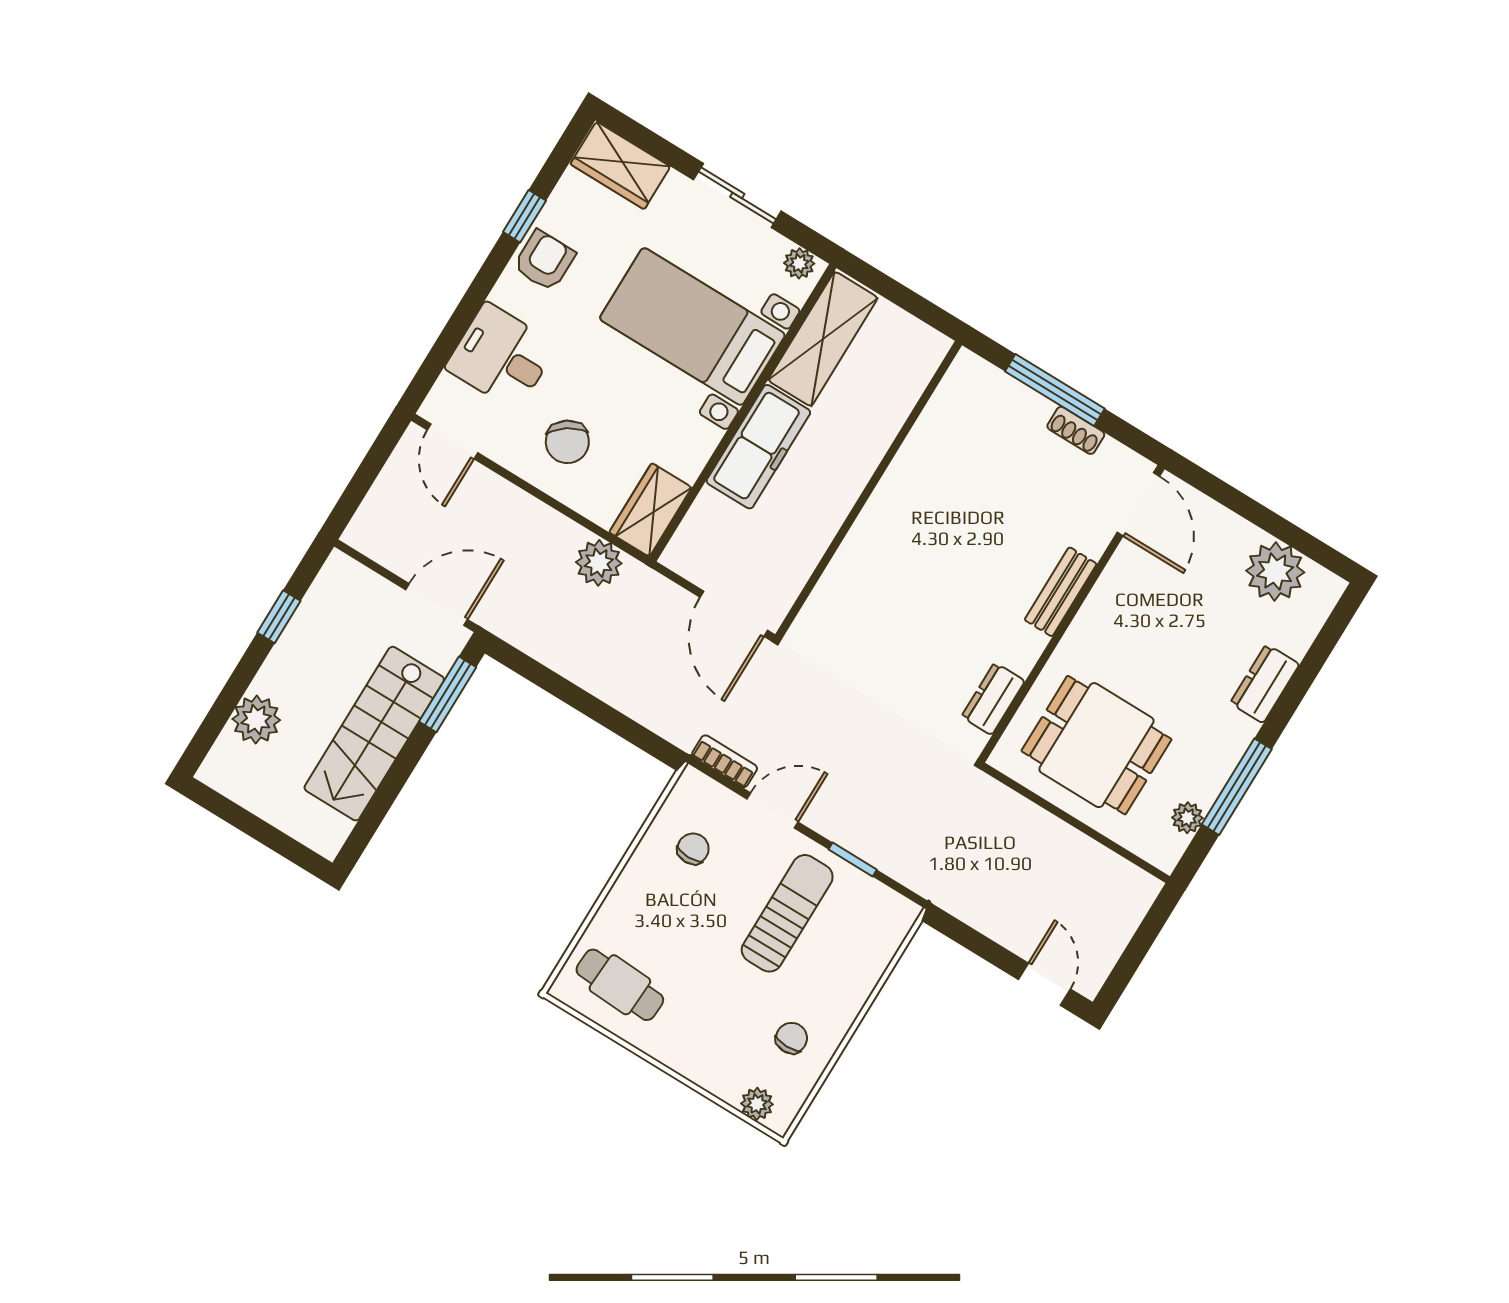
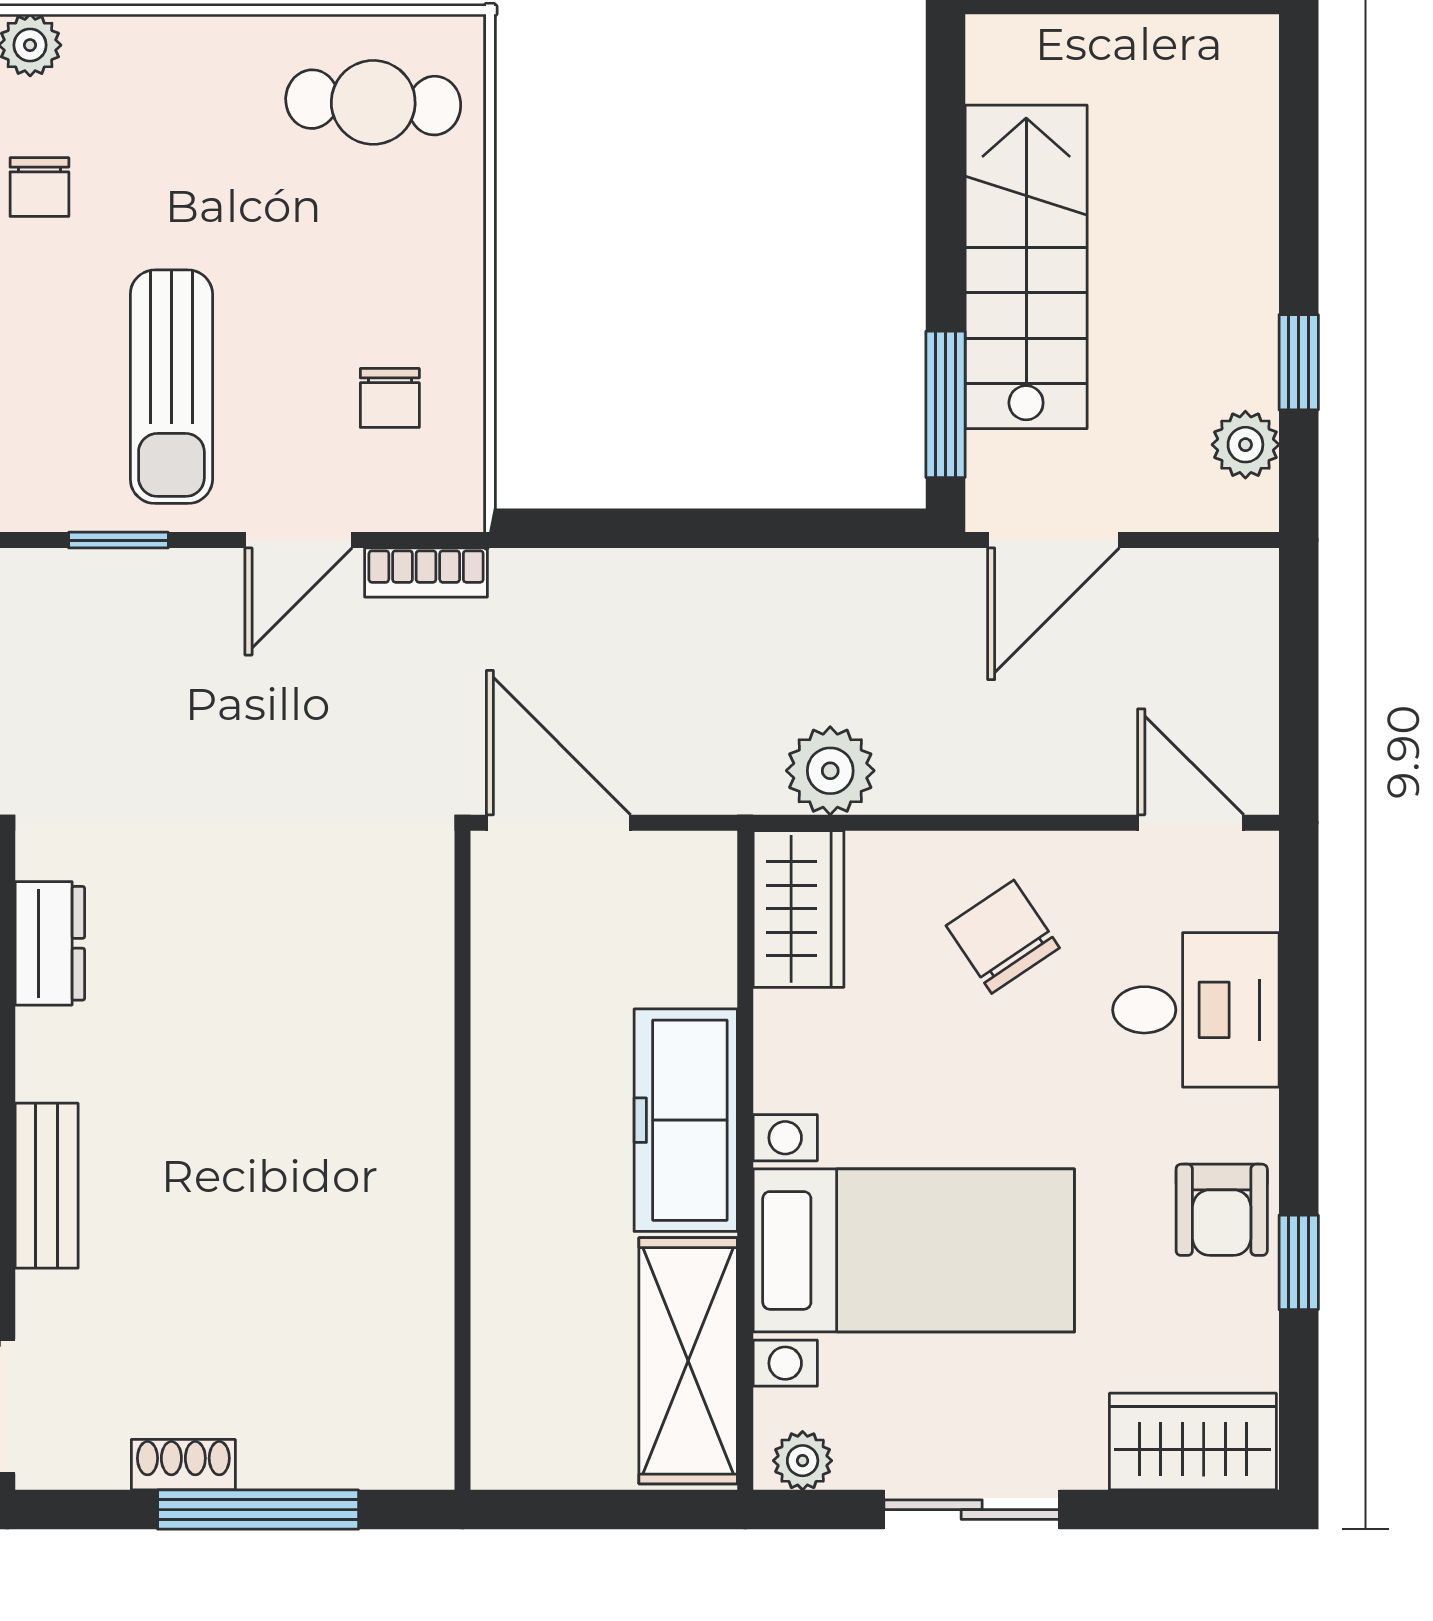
plant: (256, 720) -> (1245, 445), moved, width x0.73, depth x0.73

